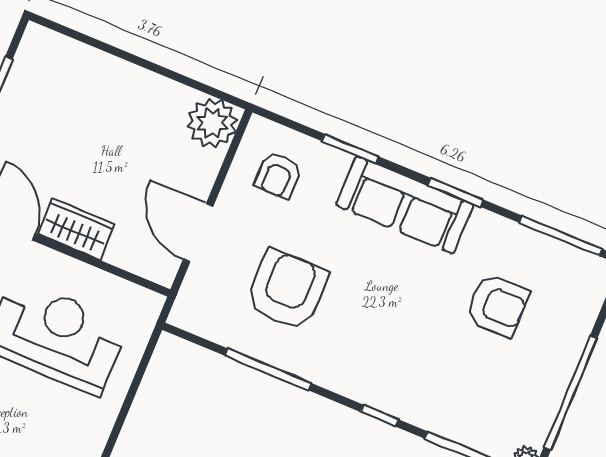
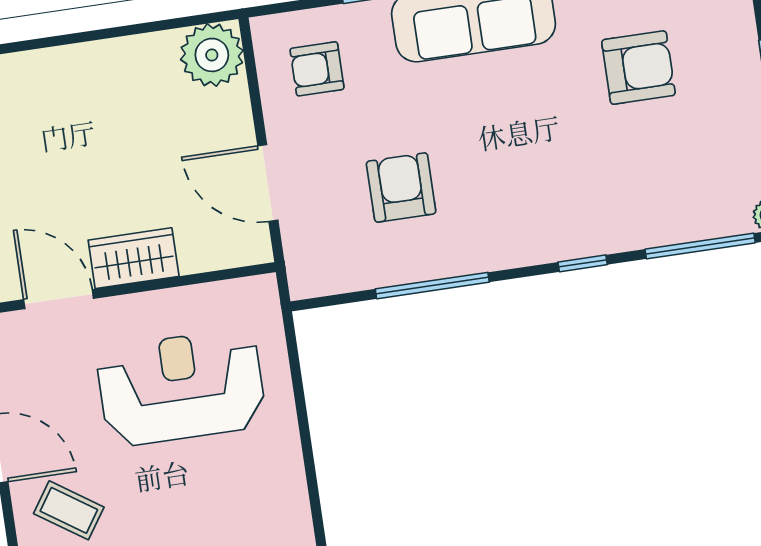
armchair: (278, 175) -> (317, 69), turned 90
armchair: (287, 290) -> (401, 187), width x0.73, depth x0.73

